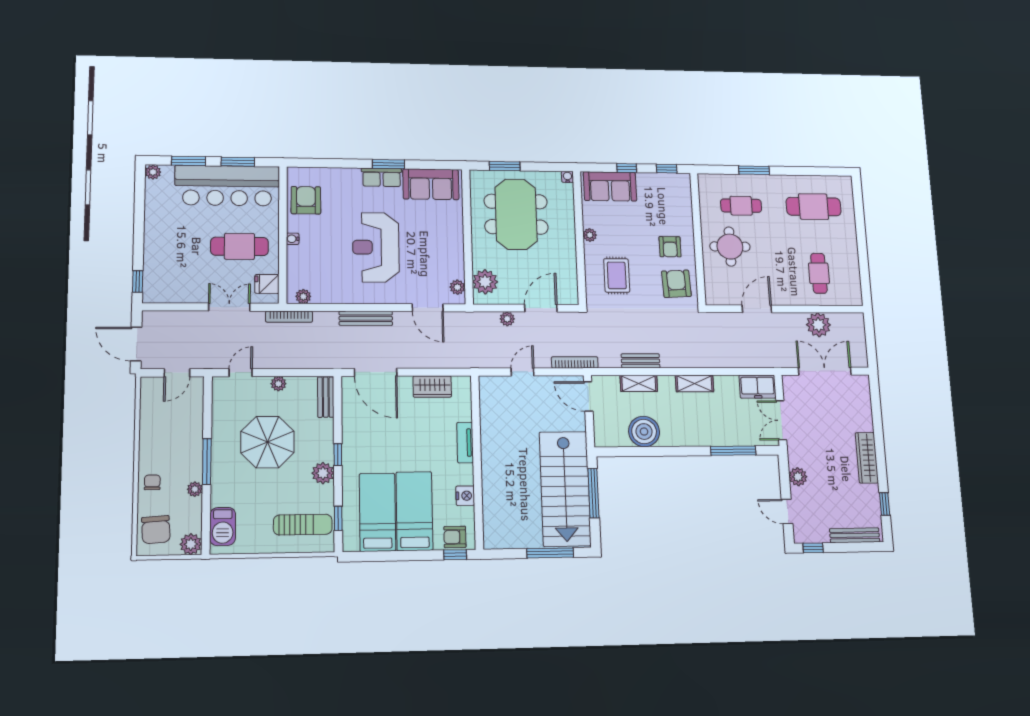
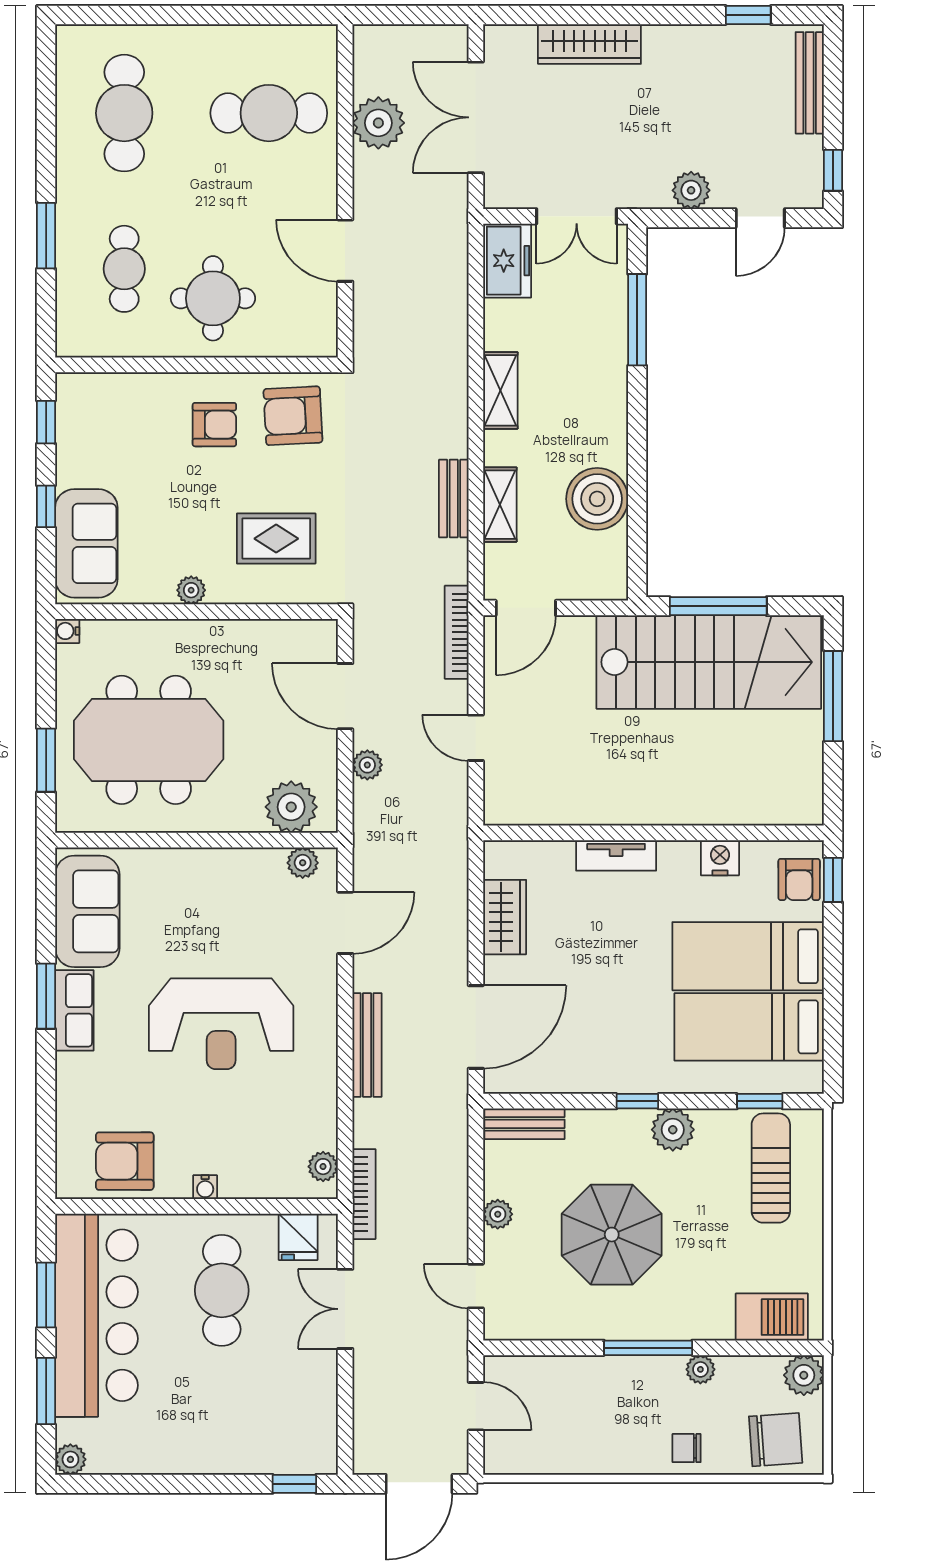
cafe table: (819, 273) -> (269, 113), width x1.37, depth x1.35
wardrobe: (867, 458) -> (589, 44), moved

